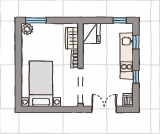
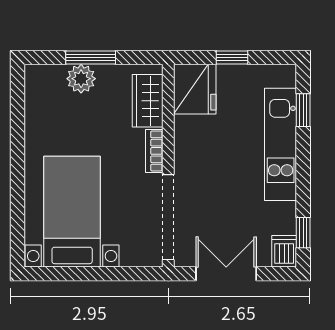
window: (36, 20) -> (91, 58), moved
window: (120, 20) -> (232, 58), moved
plant: (27, 29) -> (81, 79), moved
window: (136, 77) -> (303, 233), moved

